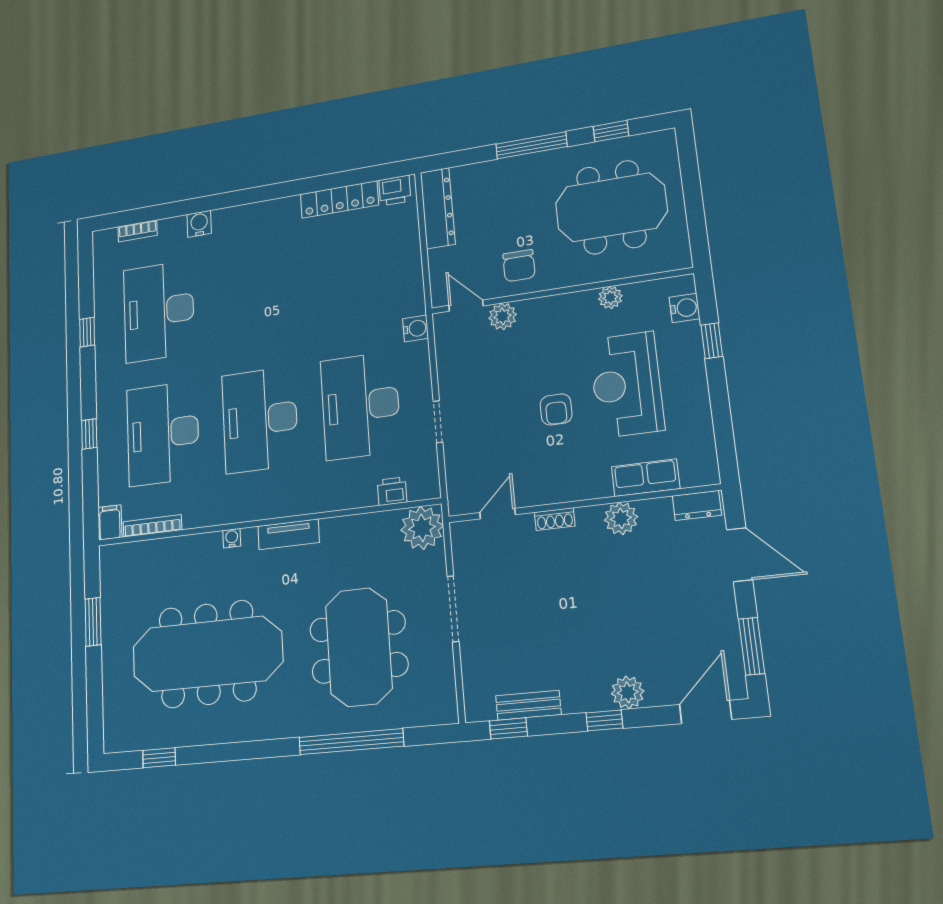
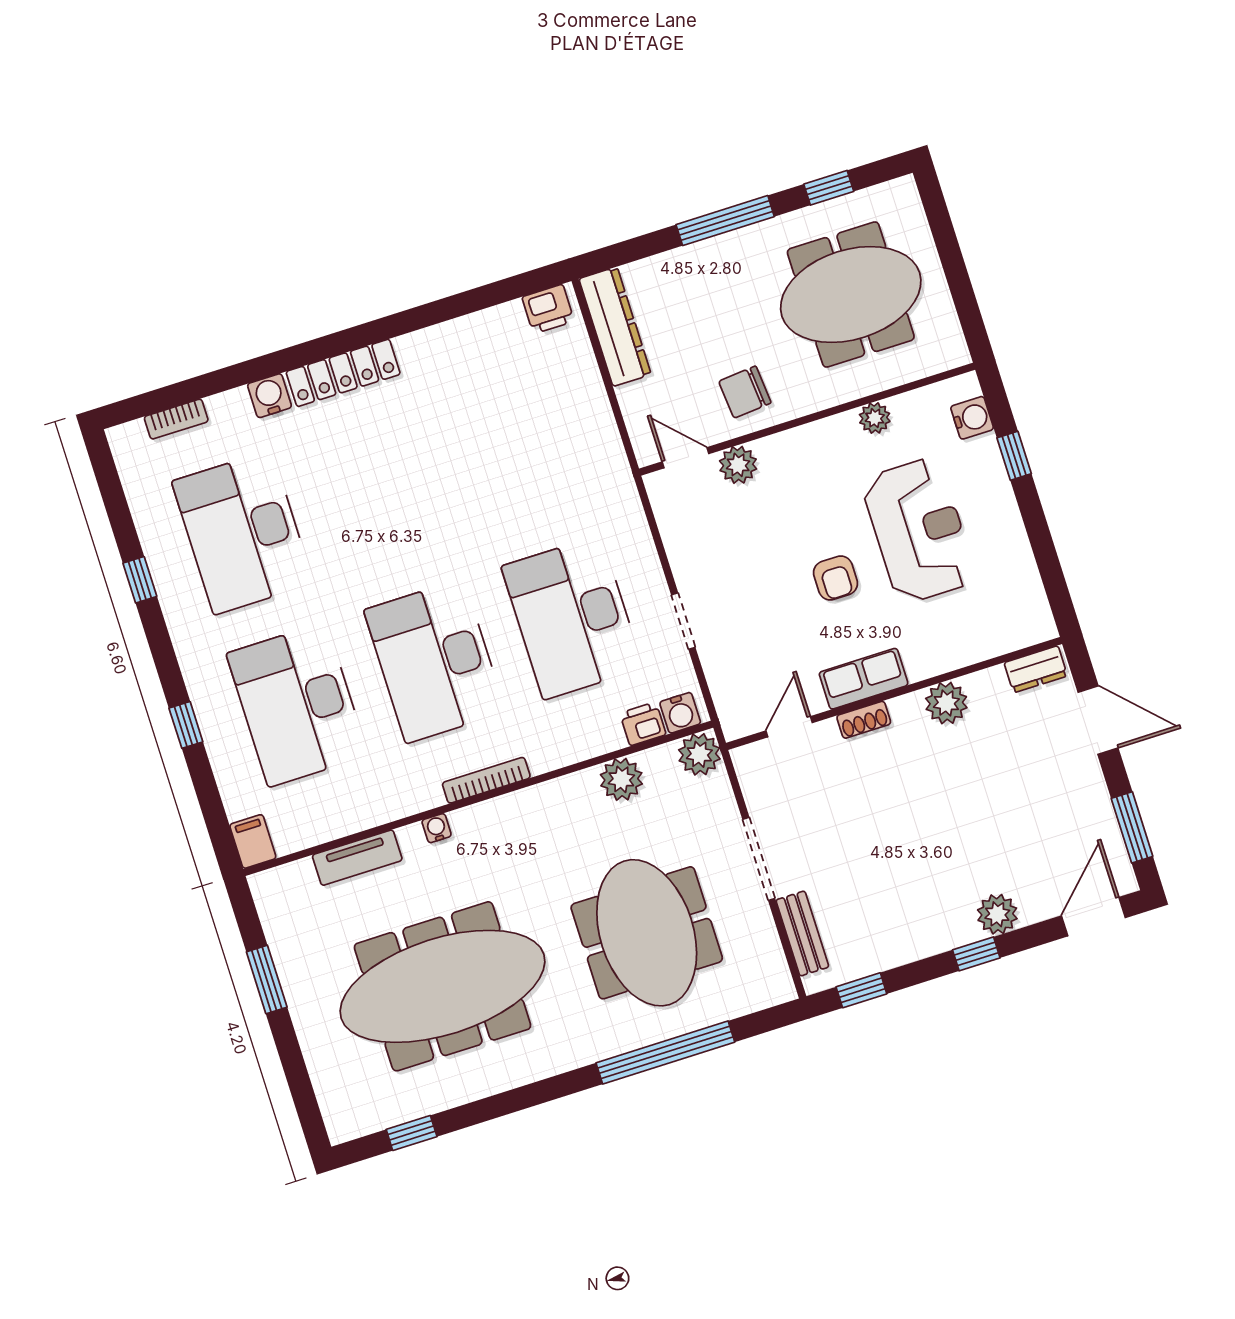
locker: (339, 200) -> (343, 373), moved
chair: (519, 266) -> (745, 392), turned 85
water cooler: (416, 329) -> (680, 713), moved, turned 90
reception desk: (626, 385) -> (919, 530), turned 180
row of seats: (646, 478) -> (864, 679), moved
bookcase: (152, 526) -> (486, 780), moved
plant: (422, 528) -> (699, 754), width x0.73, depth x0.73
plant: (367, 529) -> (621, 779), added
tv unit: (289, 534) -> (357, 858), moved
bench: (528, 705) -> (802, 933), moved, turned 90

